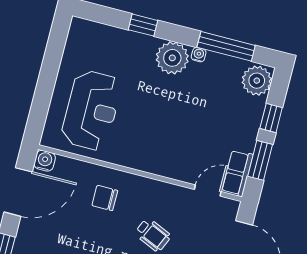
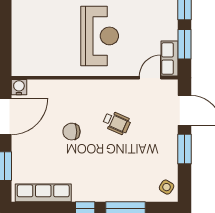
reception desk: (91, 110) -> (100, 36), moved
chair: (105, 198) -> (72, 132), moved

